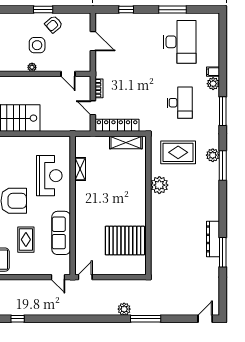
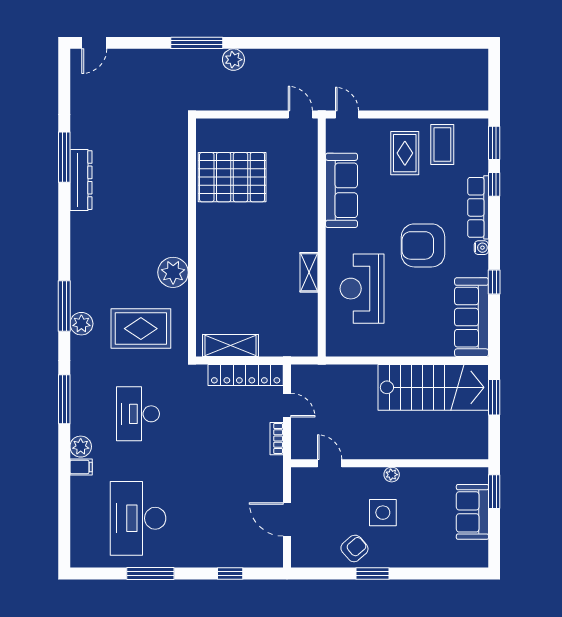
shelving: (80, 169) -> (309, 272), moved
rug: (26, 240) -> (405, 153), moved
door: (85, 277) -> (300, 115), swing flipped
window: (18, 319) -> (416, 43), removed

